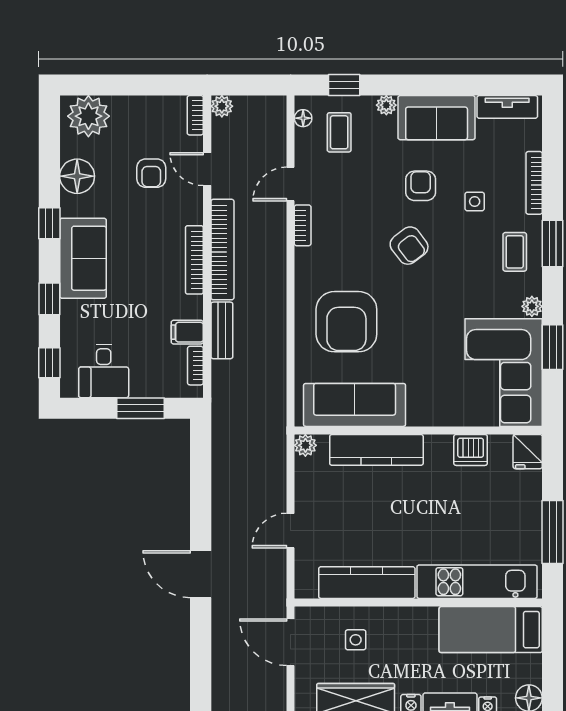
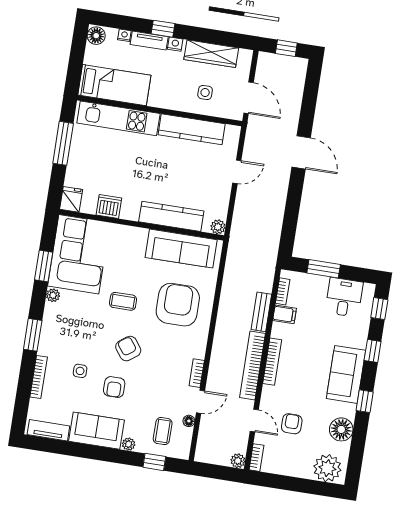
floor lamp: (303, 118) -> (189, 421), moved
coffee table: (515, 252) -> (123, 301), moved, turned 90

